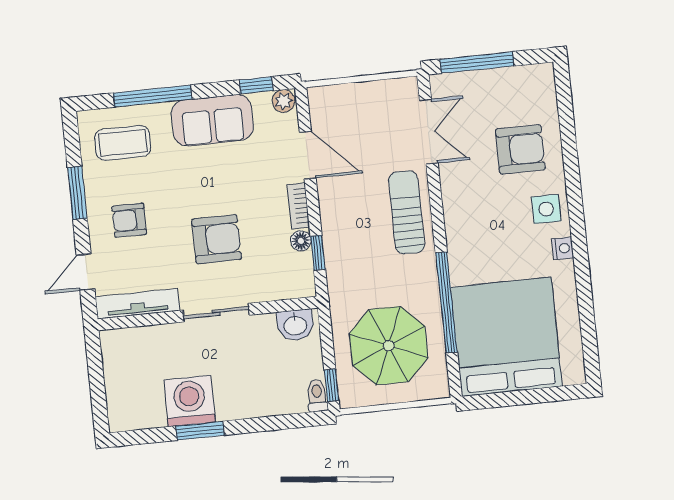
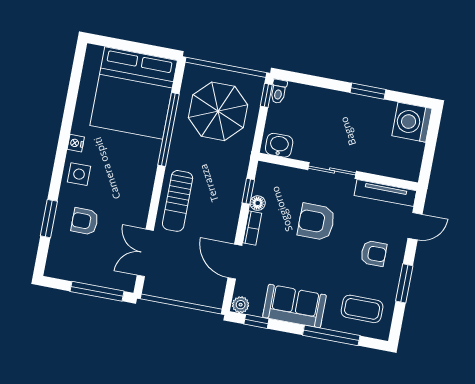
window: (568, 139) -> (49, 219), added
armchair: (520, 149) -> (85, 221), width x0.72, depth x0.72
washing machine: (190, 401) -> (412, 122), moved, turned 90

